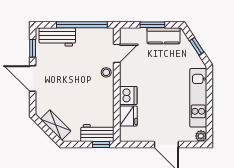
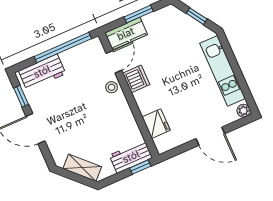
kitchen counter: (164, 36) -> (126, 34), moved
dishwasher: (128, 96) -> (136, 79), moved

